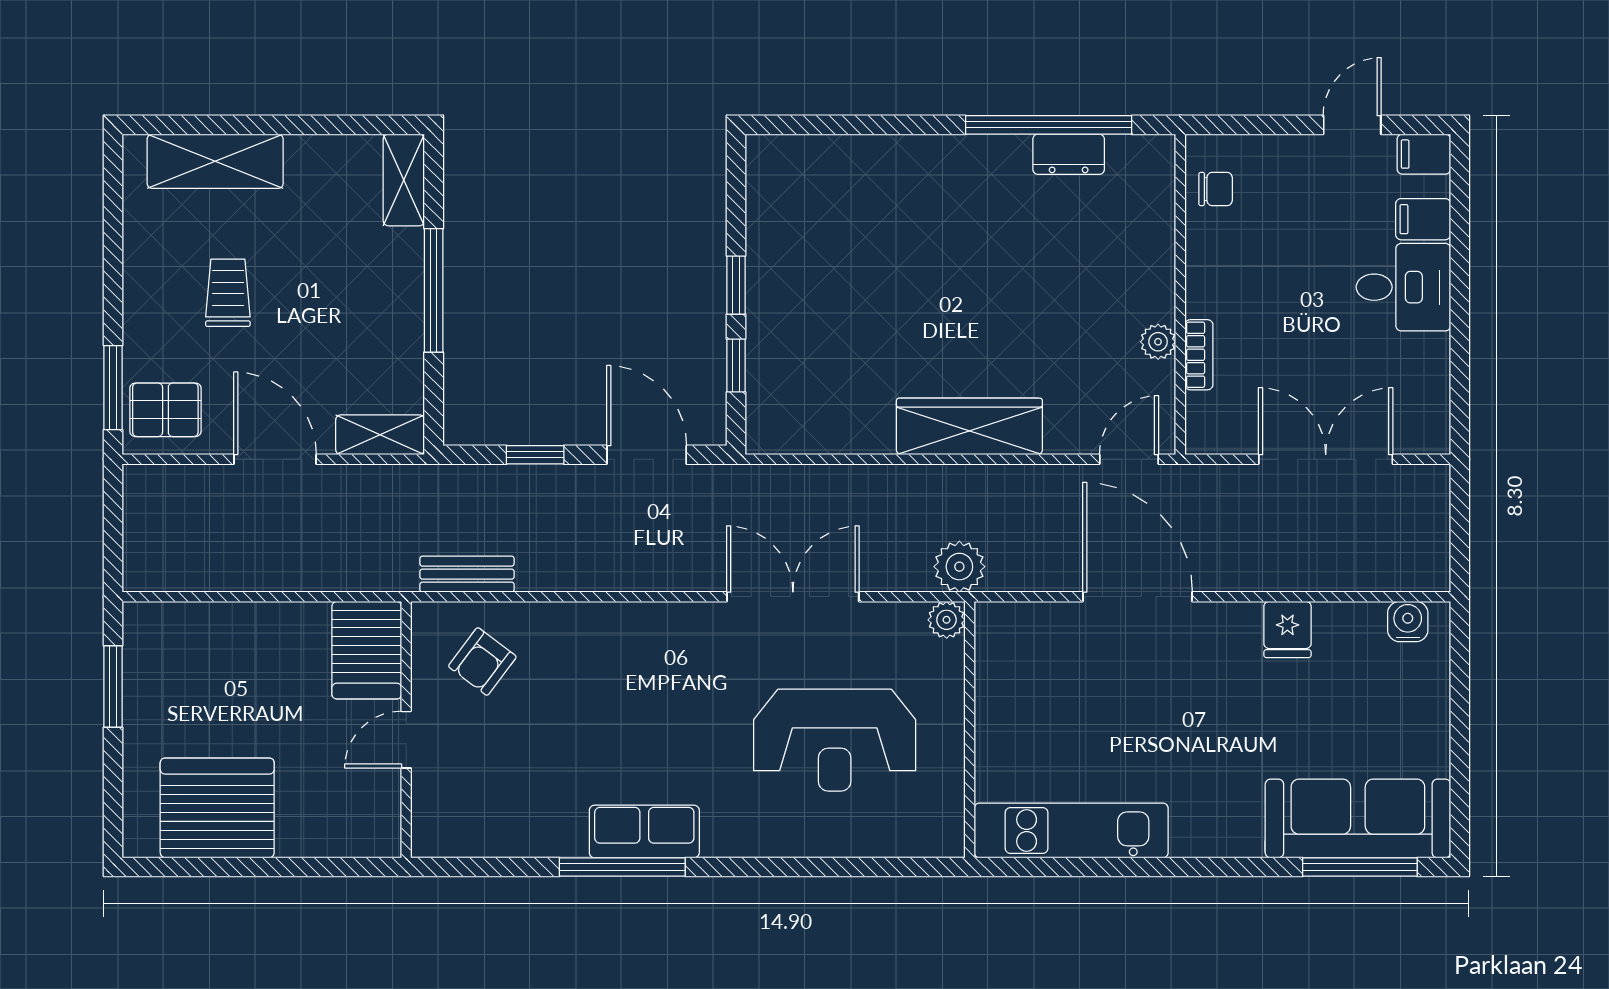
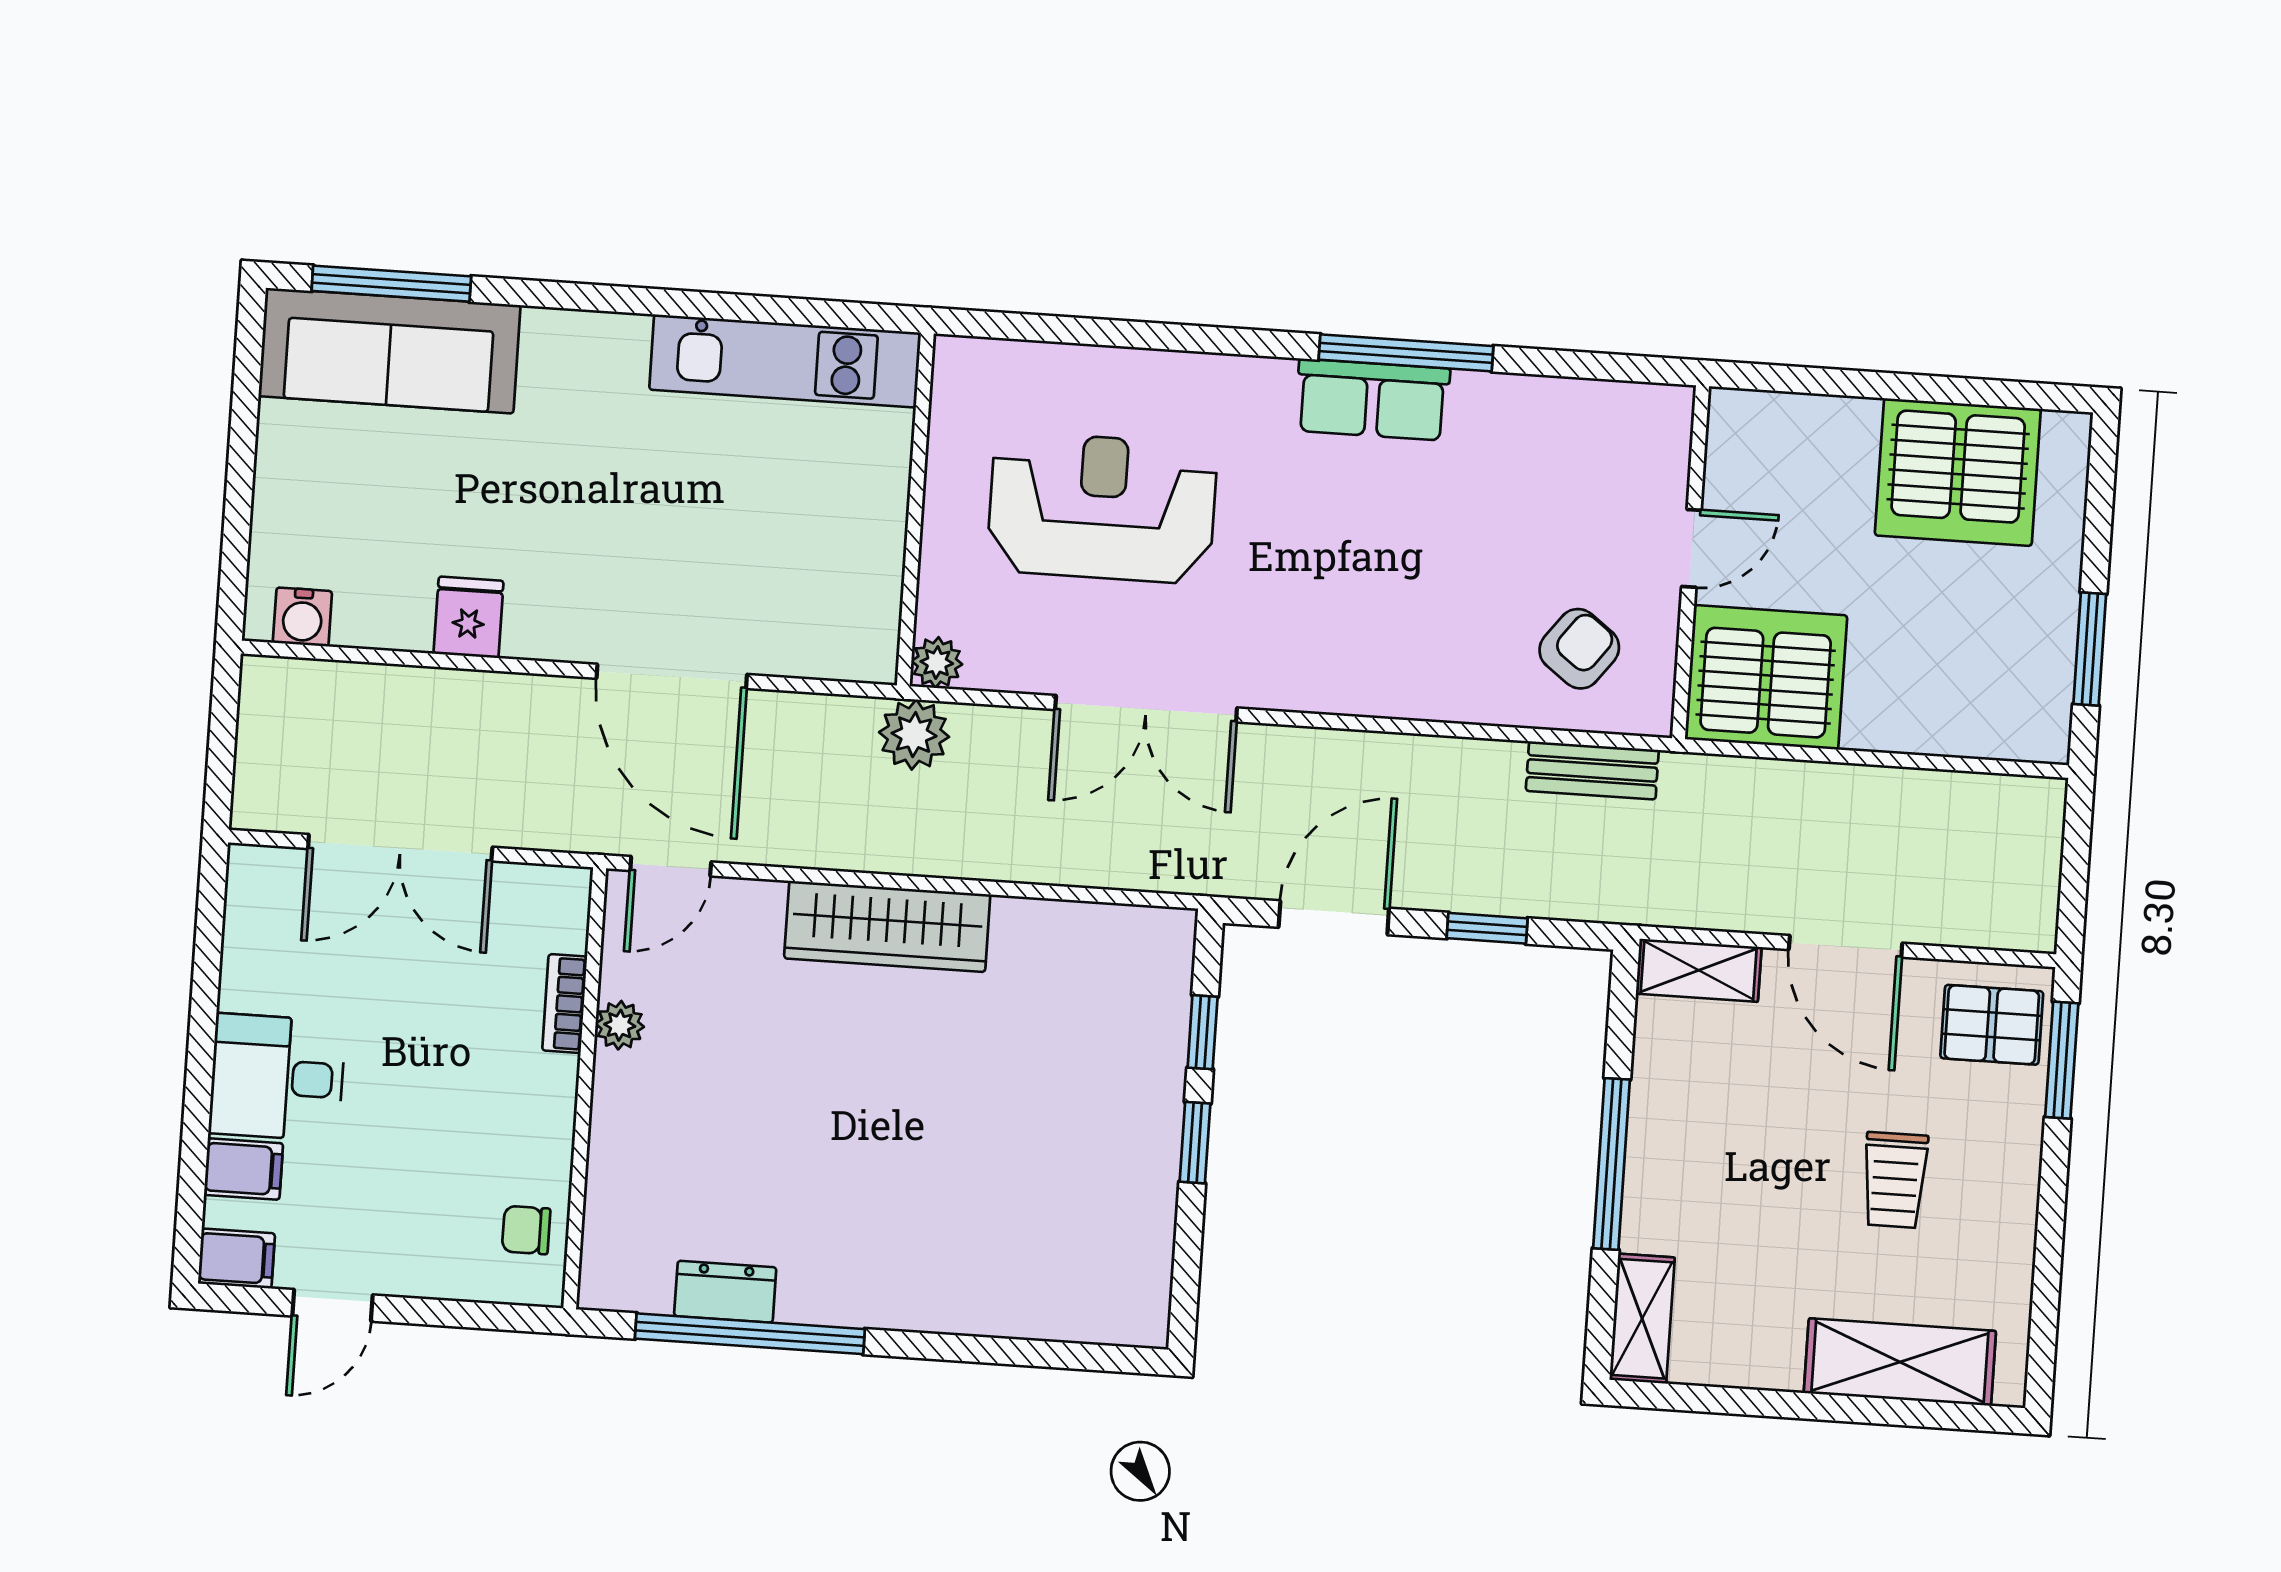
door: (647, 455) -> (1334, 918), swing flipped
server rack: (367, 650) -> (1766, 677), width x1.60

